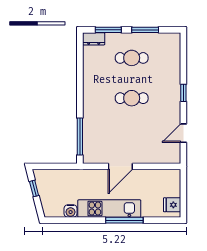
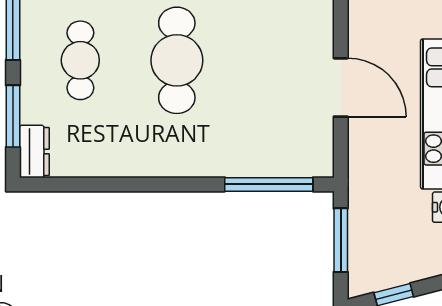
cafe table: (132, 98) -> (177, 60), width x1.37, depth x1.35
window: (57, 166) -> (341, 240), added

